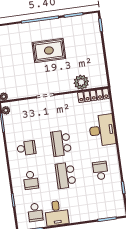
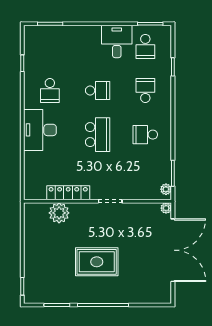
locker: (93, 96) -> (68, 193), moved
desk: (102, 130) -> (40, 130), moved
school desk: (66, 175) -> (98, 90), width x0.54
school desk: (35, 212) -> (145, 46), turned 180

